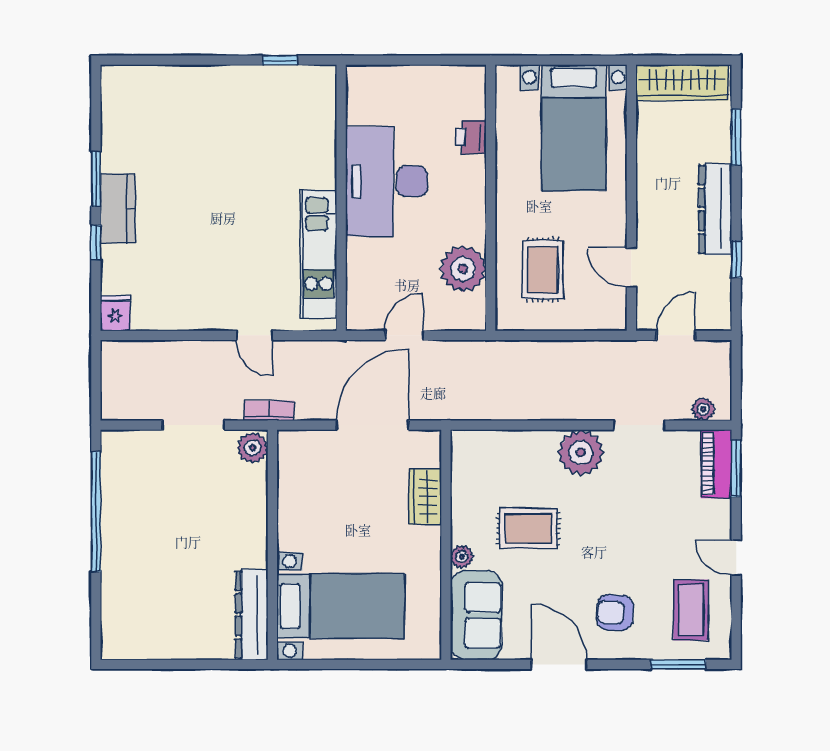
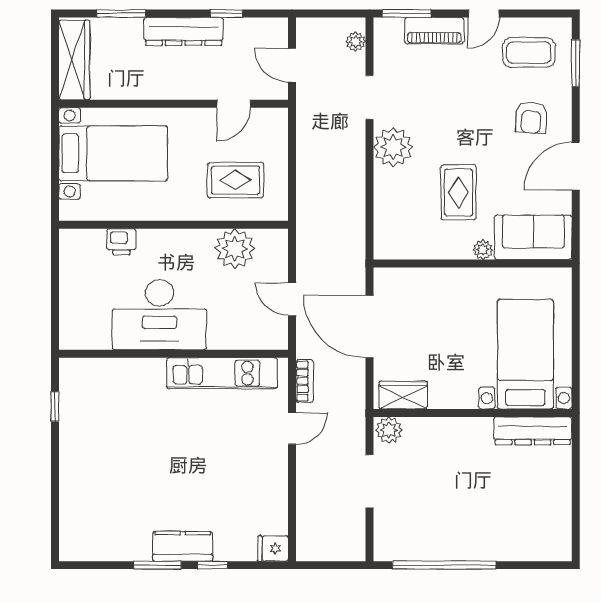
bookcase: (269, 411) -> (305, 381), moved, turned 180
piano: (716, 464) -> (434, 30), moved
wardrobe: (425, 497) -> (403, 395), moved, turned 180

